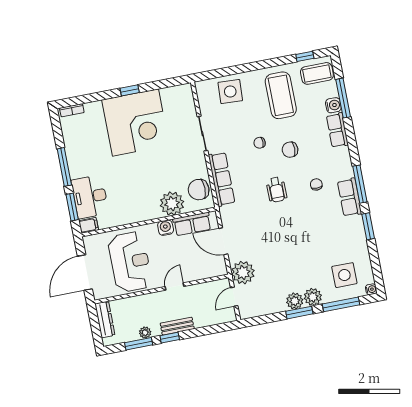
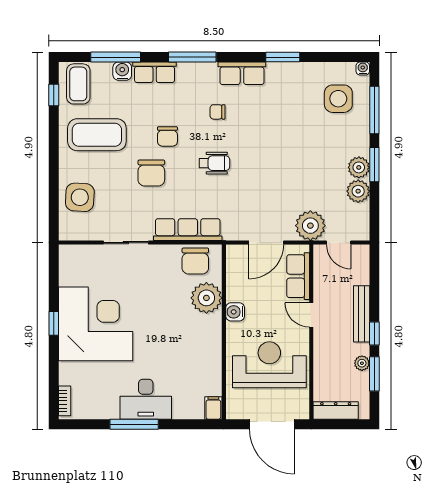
chair: (260, 143) -> (151, 173), width x1.87, depth x1.87
window: (360, 184) -> (192, 57), moved
desk: (90, 197) -> (146, 399), moved
window: (72, 207) -> (186, 424), removed
row of seats: (192, 224) -> (298, 276), moved, turned 180
plant: (313, 297) -> (358, 191), moved
bench: (177, 326) -> (362, 314), width x1.36

